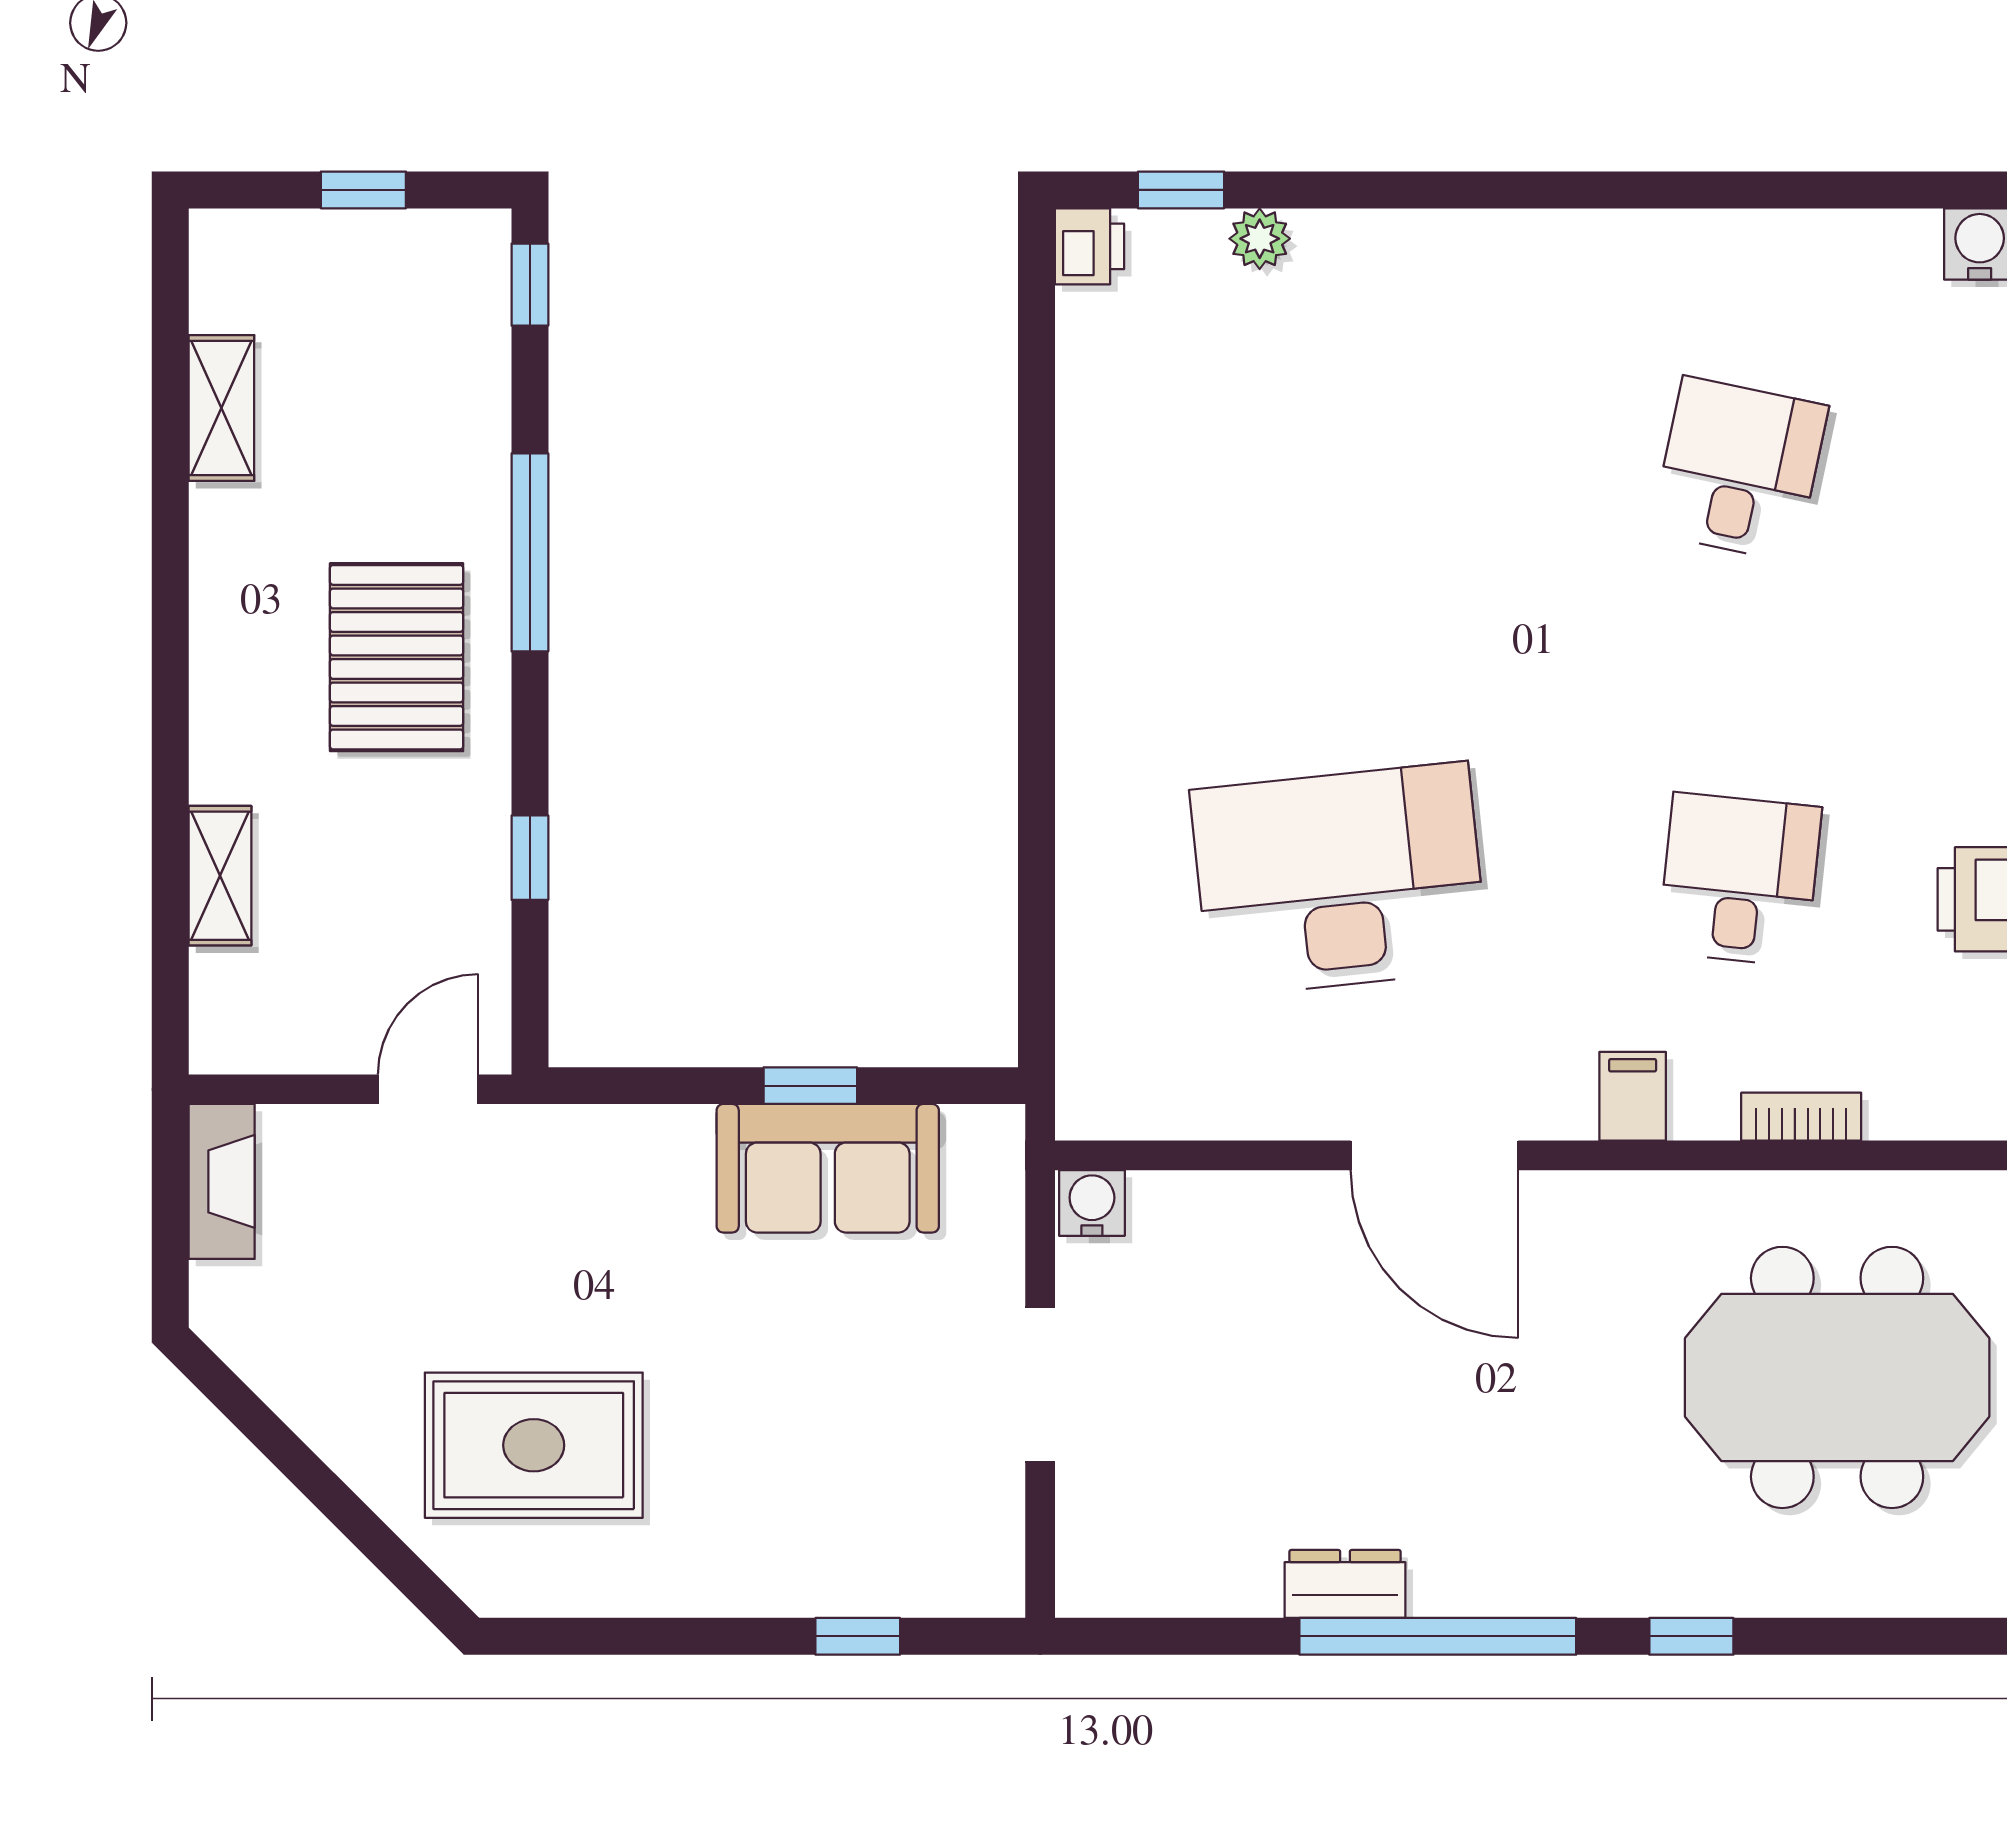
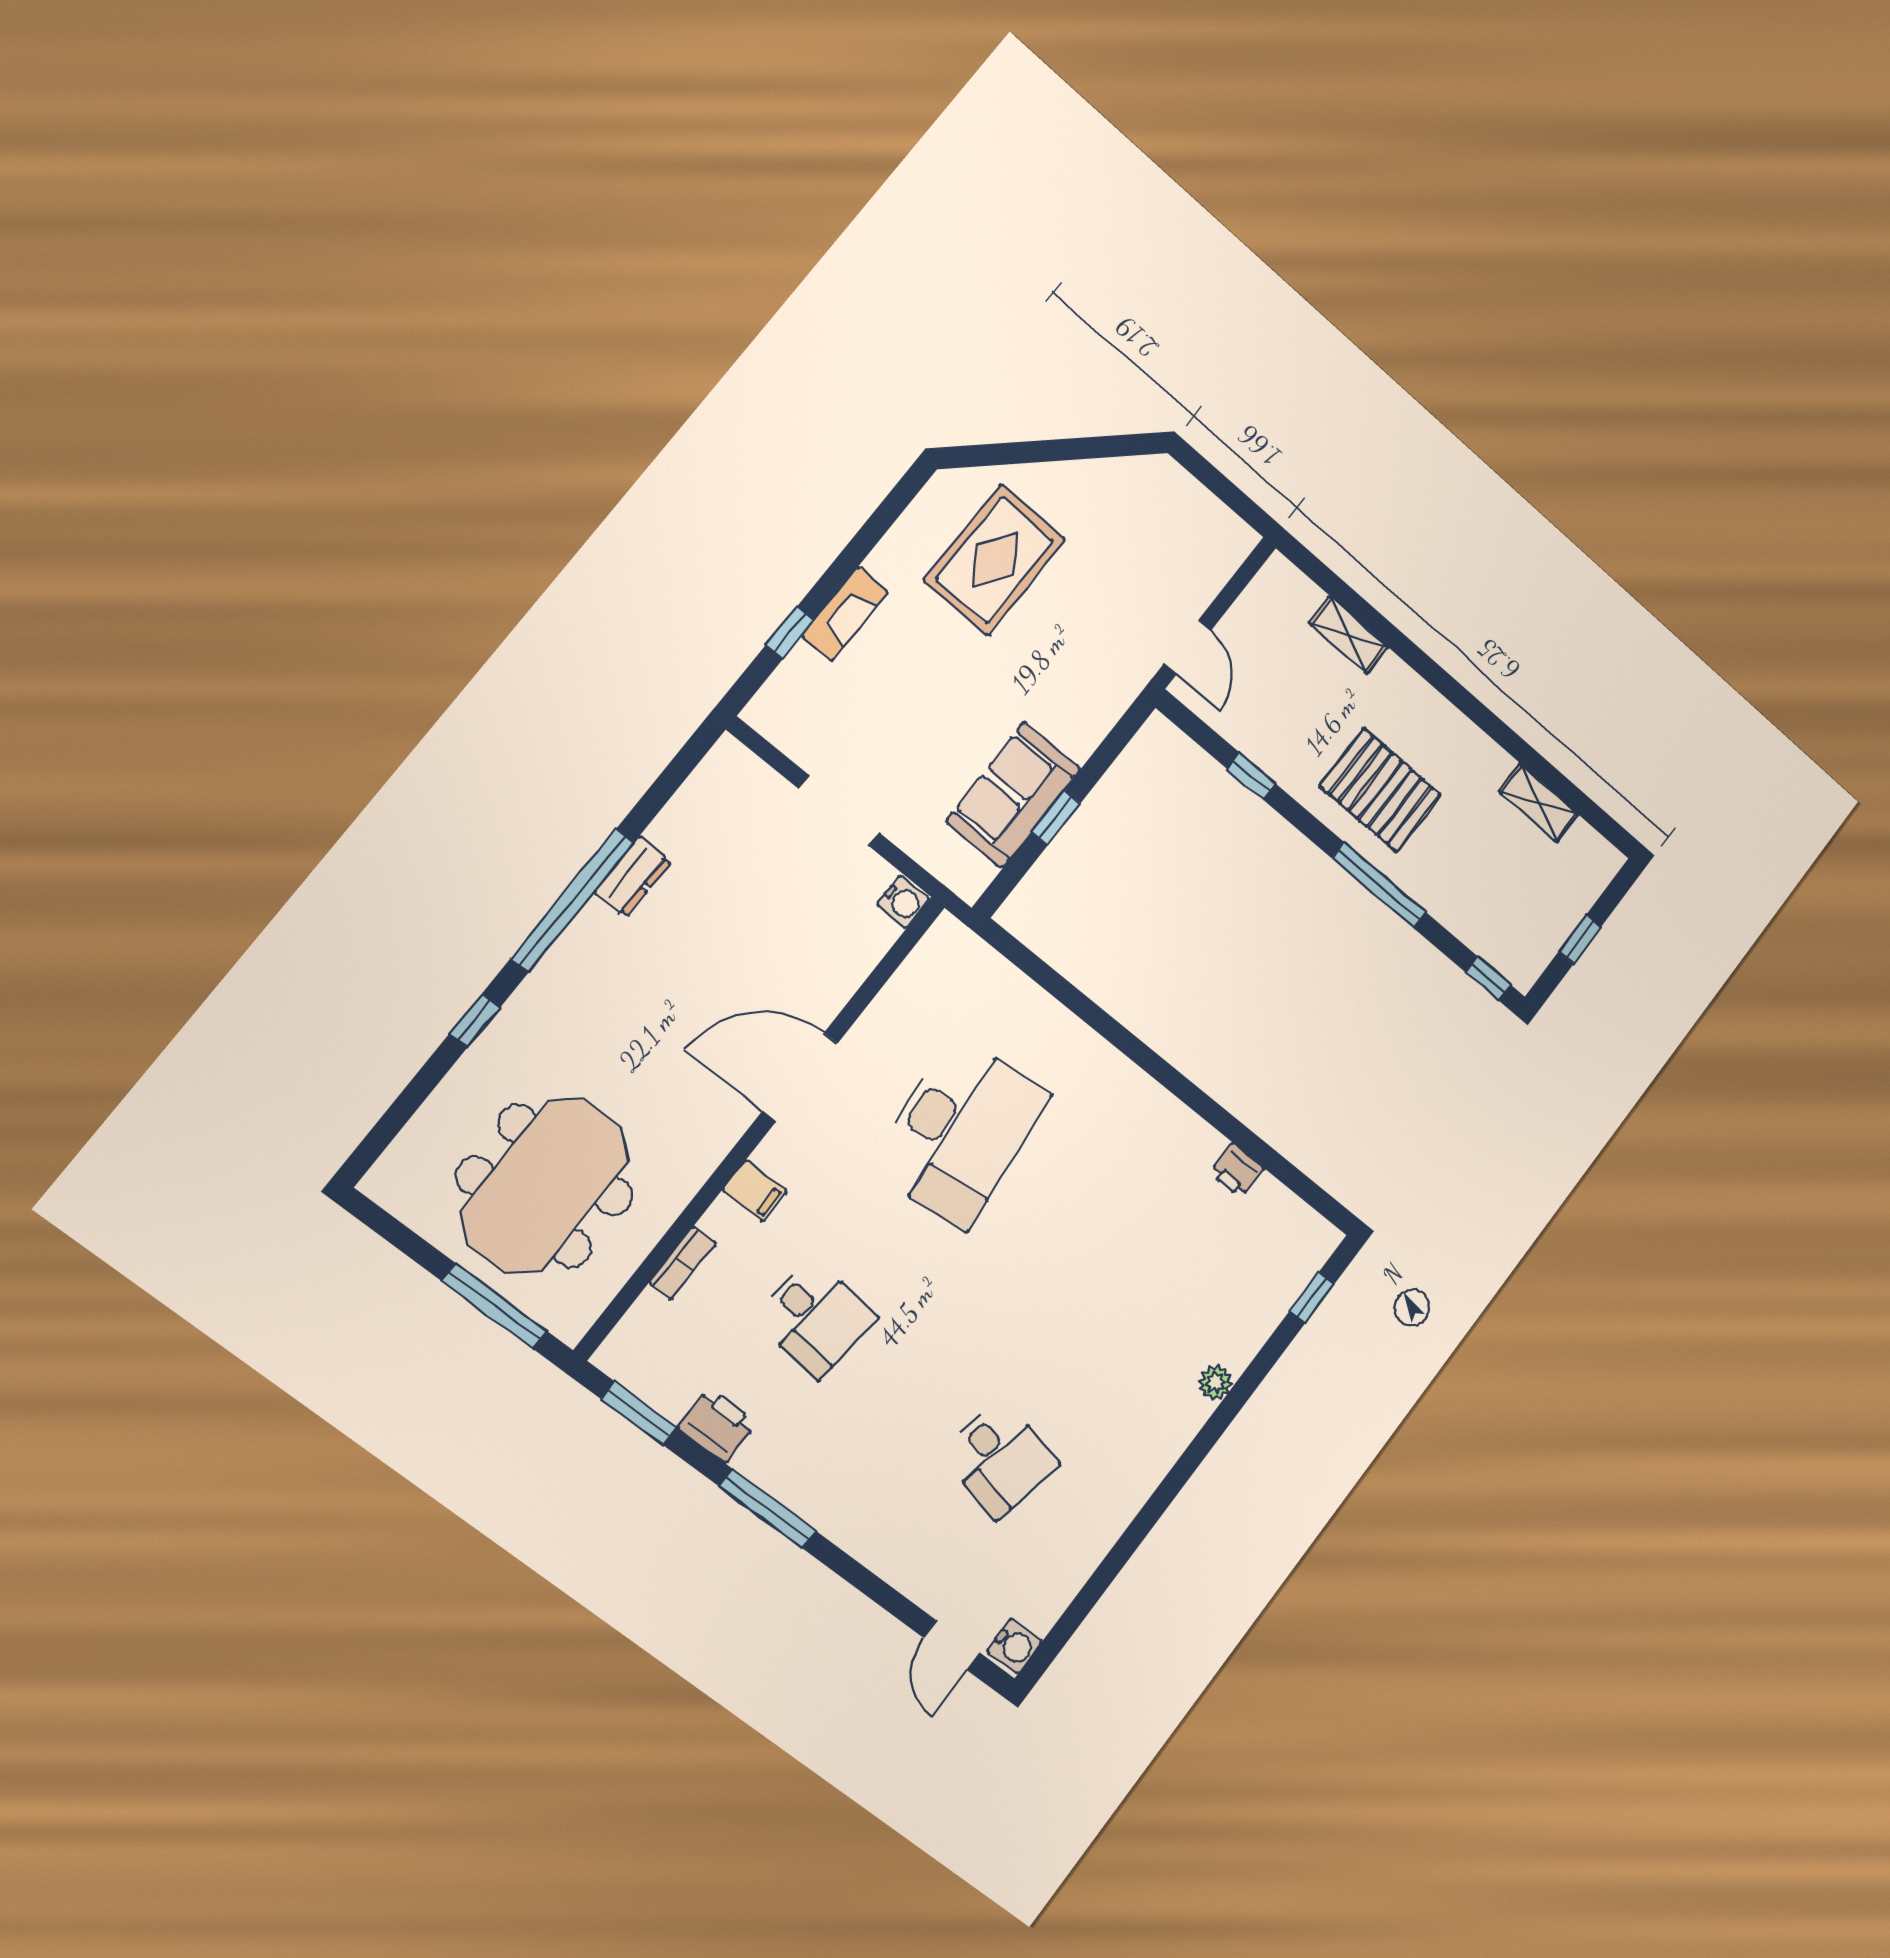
plant: (1260, 239) -> (1215, 1383), moved
printer: (1089, 246) -> (1237, 1171), moved
fireplace: (222, 1181) -> (845, 614), moved, turned -90

